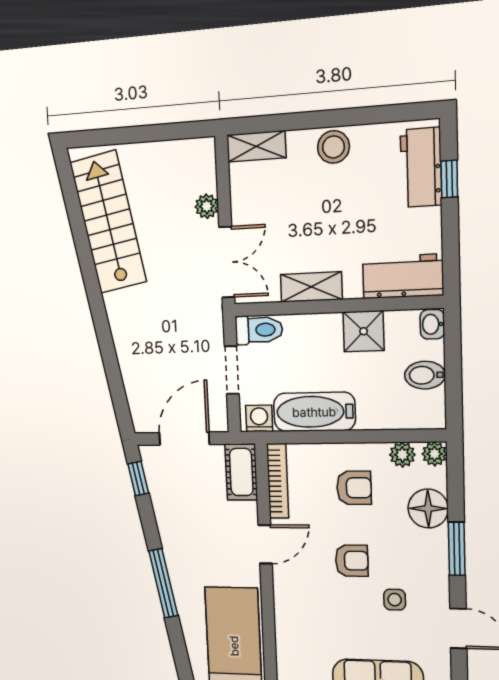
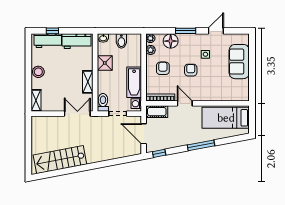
plant: (207, 206) -> (56, 120), removed
workbench: (403, 276) -> (77, 41), moved, turned -90

